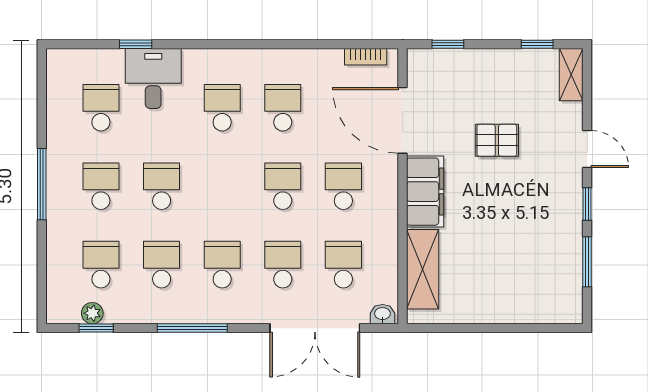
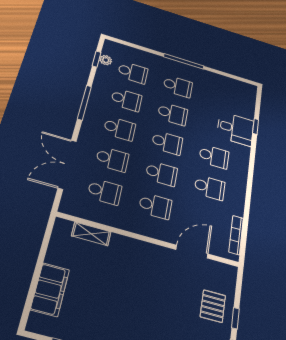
window: (448, 44) -> (235, 318), moved
bookcase: (366, 57) -> (236, 235), width x1.56
school desk: (101, 108) -> (167, 143), moved
door: (403, 120) -> (192, 252), width x0.73
pallet: (497, 140) -> (213, 306), moved
filing cabinet: (425, 192) -> (50, 290), moved, turned -90
shelving: (423, 269) -> (91, 234), width x0.67, depth x0.75
washbasin: (382, 314) -> (66, 204), removed

